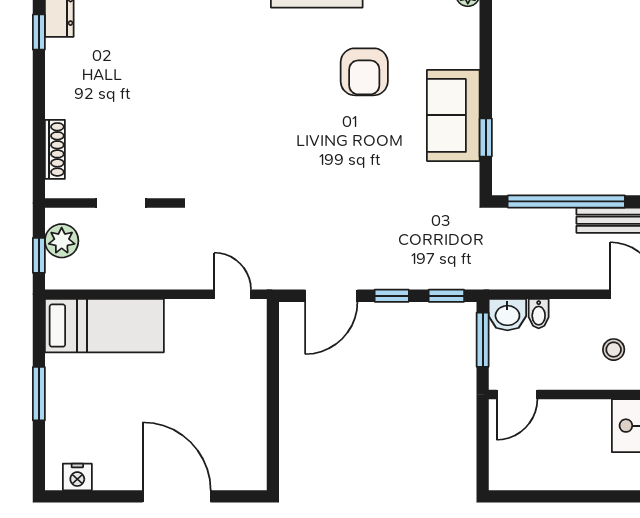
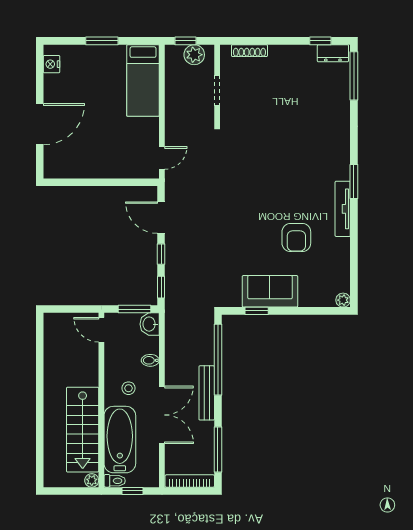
armchair: (364, 72) -> (296, 238), turned -90
bidet: (539, 314) -> (150, 360), moved

